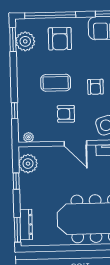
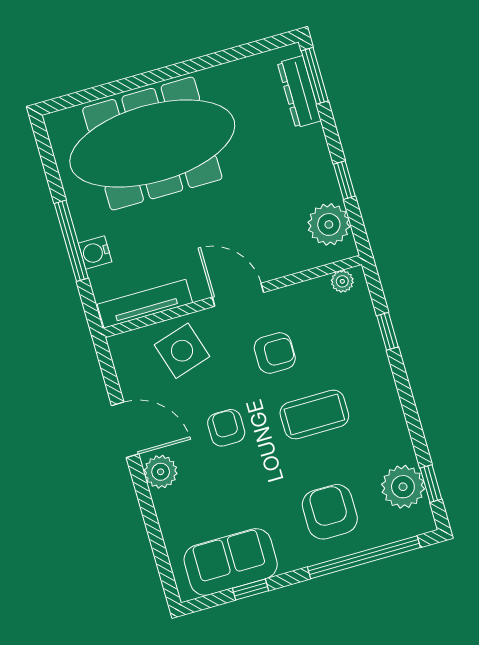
window: (13, 40) -> (431, 484), width x0.67

